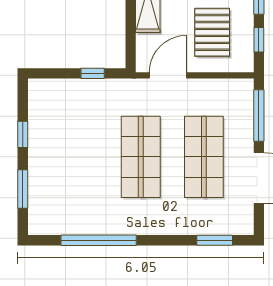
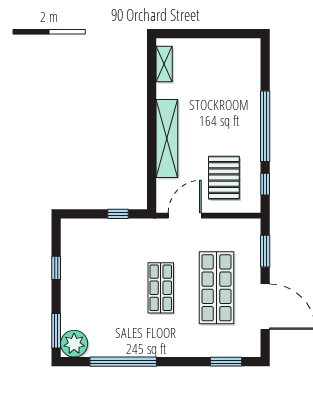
window: (259, 115) -> (265, 251), width x0.69
shop shelf: (141, 157) -> (161, 288), width x0.70, depth x0.74
window: (23, 189) -> (56, 331), moved
plant: (43, 220) -> (74, 344), added

